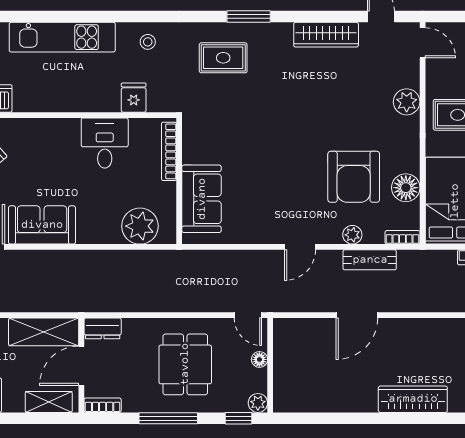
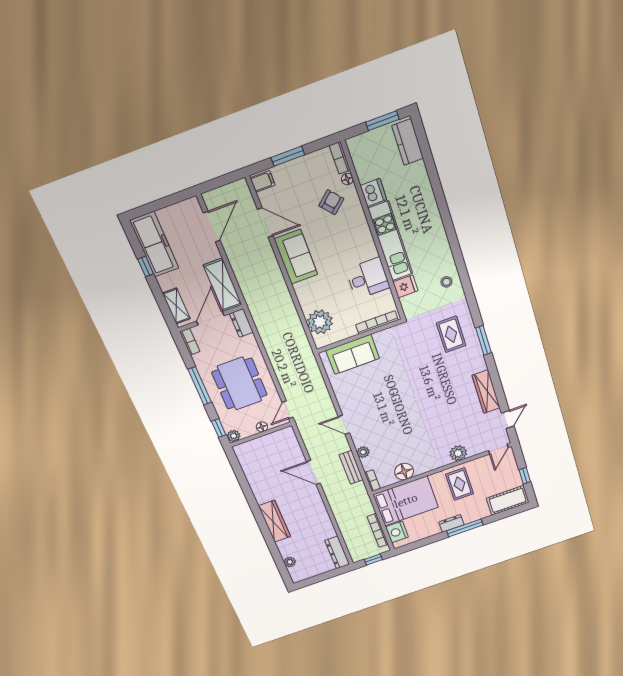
kitchen unit: (62, 37) -> (390, 241), moved, turned 180
armchair: (354, 177) -> (400, 440), removed
dining table: (185, 364) -> (240, 384), width x1.38
door: (81, 366) -> (210, 318), hinge flipped

